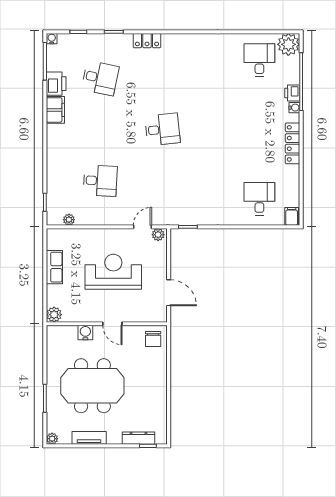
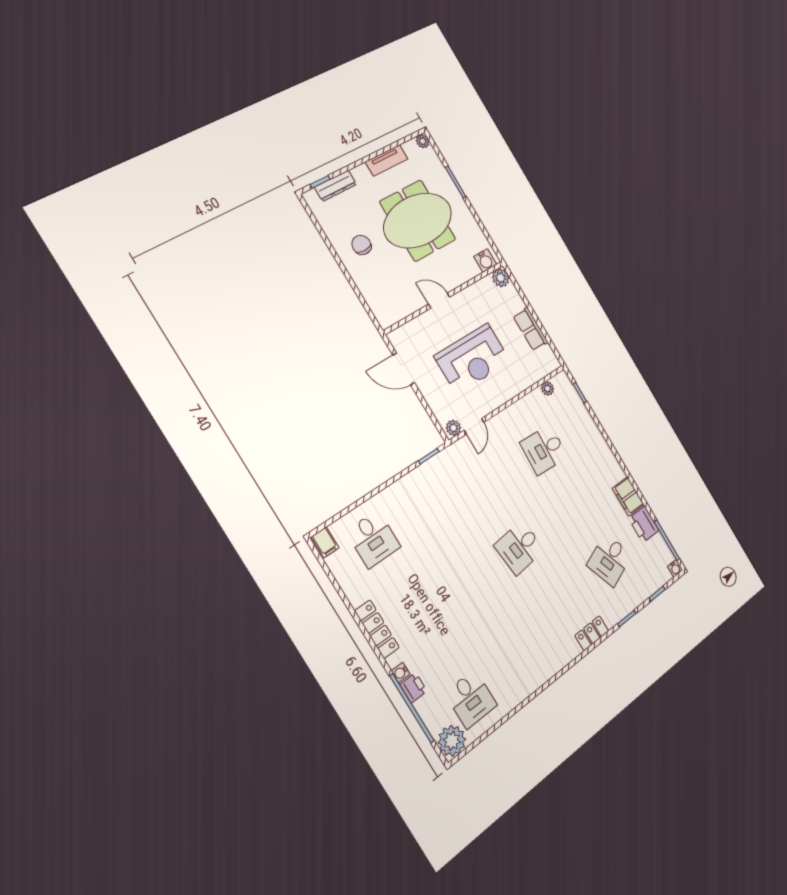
desk: (100, 78) -> (609, 560), turned -33
water cooler: (85, 333) -> (485, 261), moved
chair: (153, 339) -> (362, 245), moved

